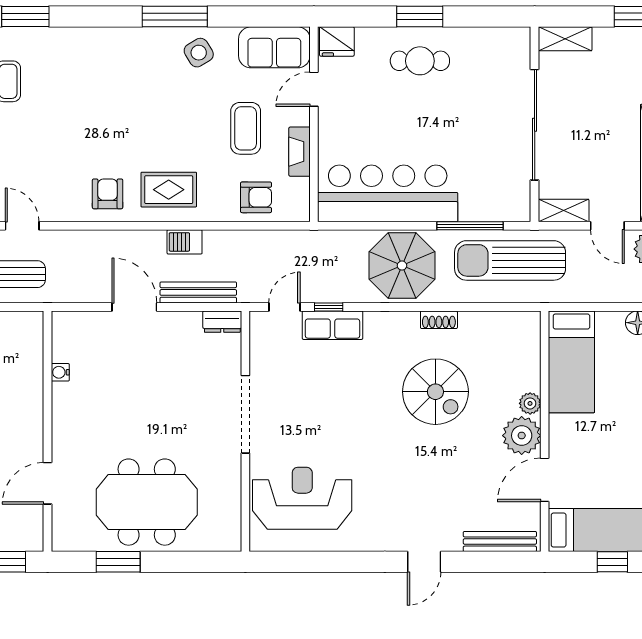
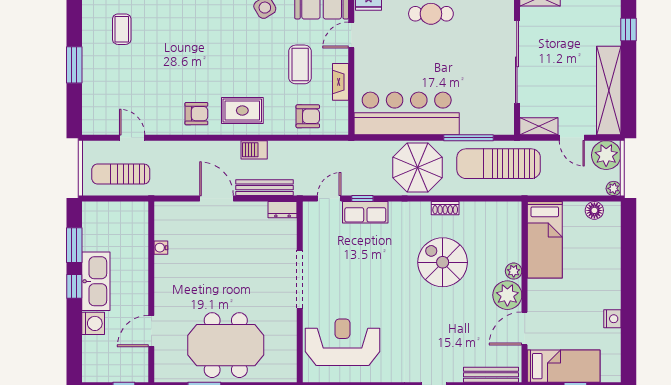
armchair: (108, 194) -> (196, 114), turned 90
spiral stairs: (435, 392) -> (443, 262), turned 180

